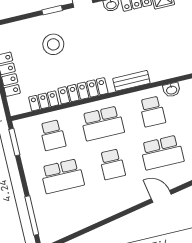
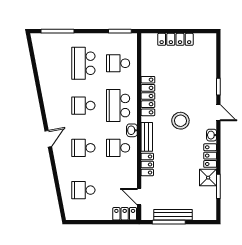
stool: (53, 44) -> (180, 121), moved
washbasin: (172, 90) -> (132, 130), moved
locker: (44, 101) -> (147, 164), moved
school desk: (162, 152) -> (83, 148), width x0.54

